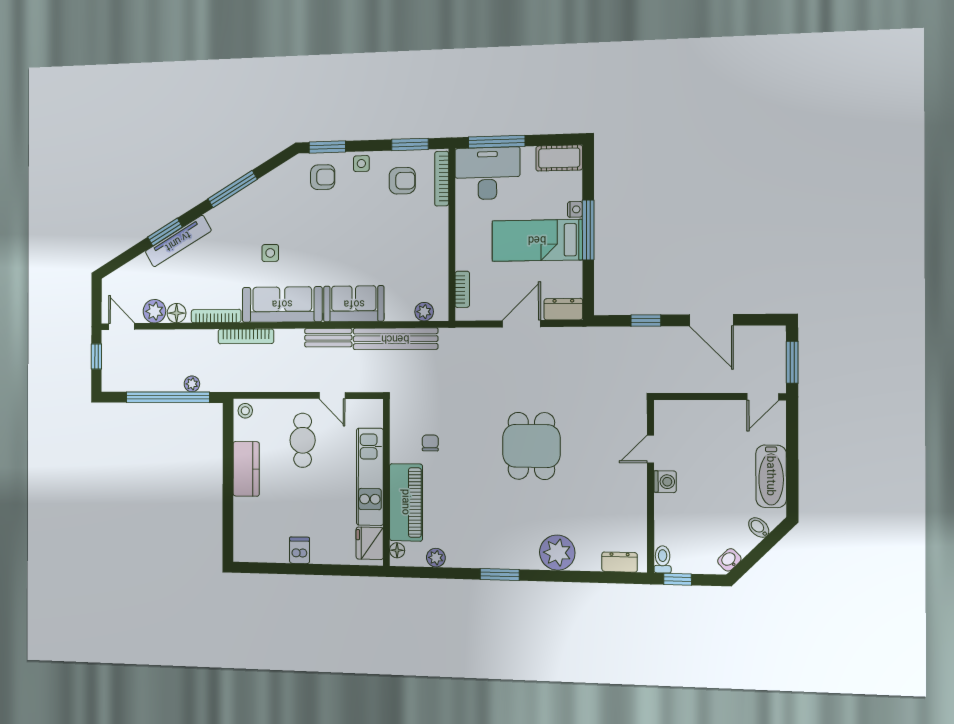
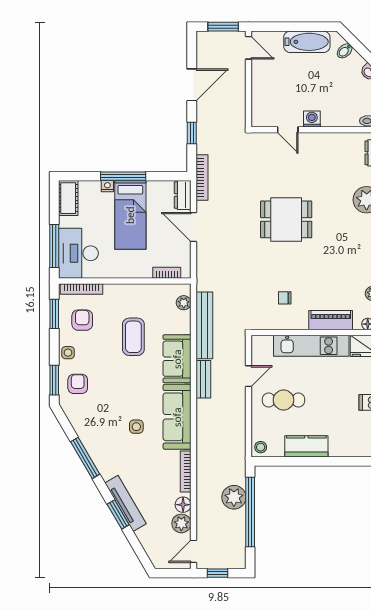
coffee table: (381, 247) -> (133, 337), added
bookcase: (246, 336) -> (202, 178), moved
plant: (192, 384) -> (234, 497), width x1.88, depth x1.88
piano: (406, 502) -> (331, 320), width x0.73, depth x0.75

